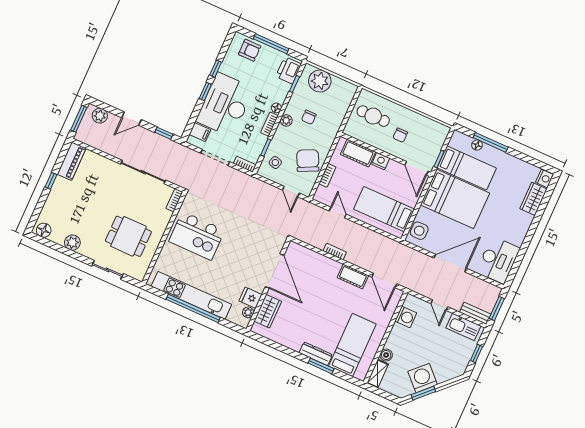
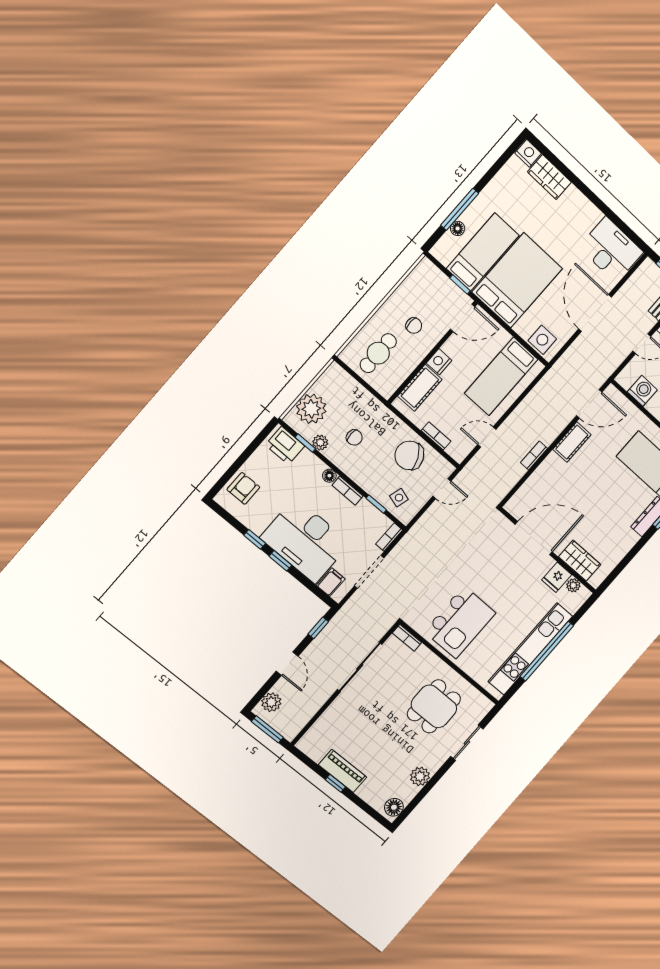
window: (271, 44) -> (243, 458), removed
plant: (286, 120) -> (320, 443), moved
piano: (72, 161) -> (343, 771), moved

